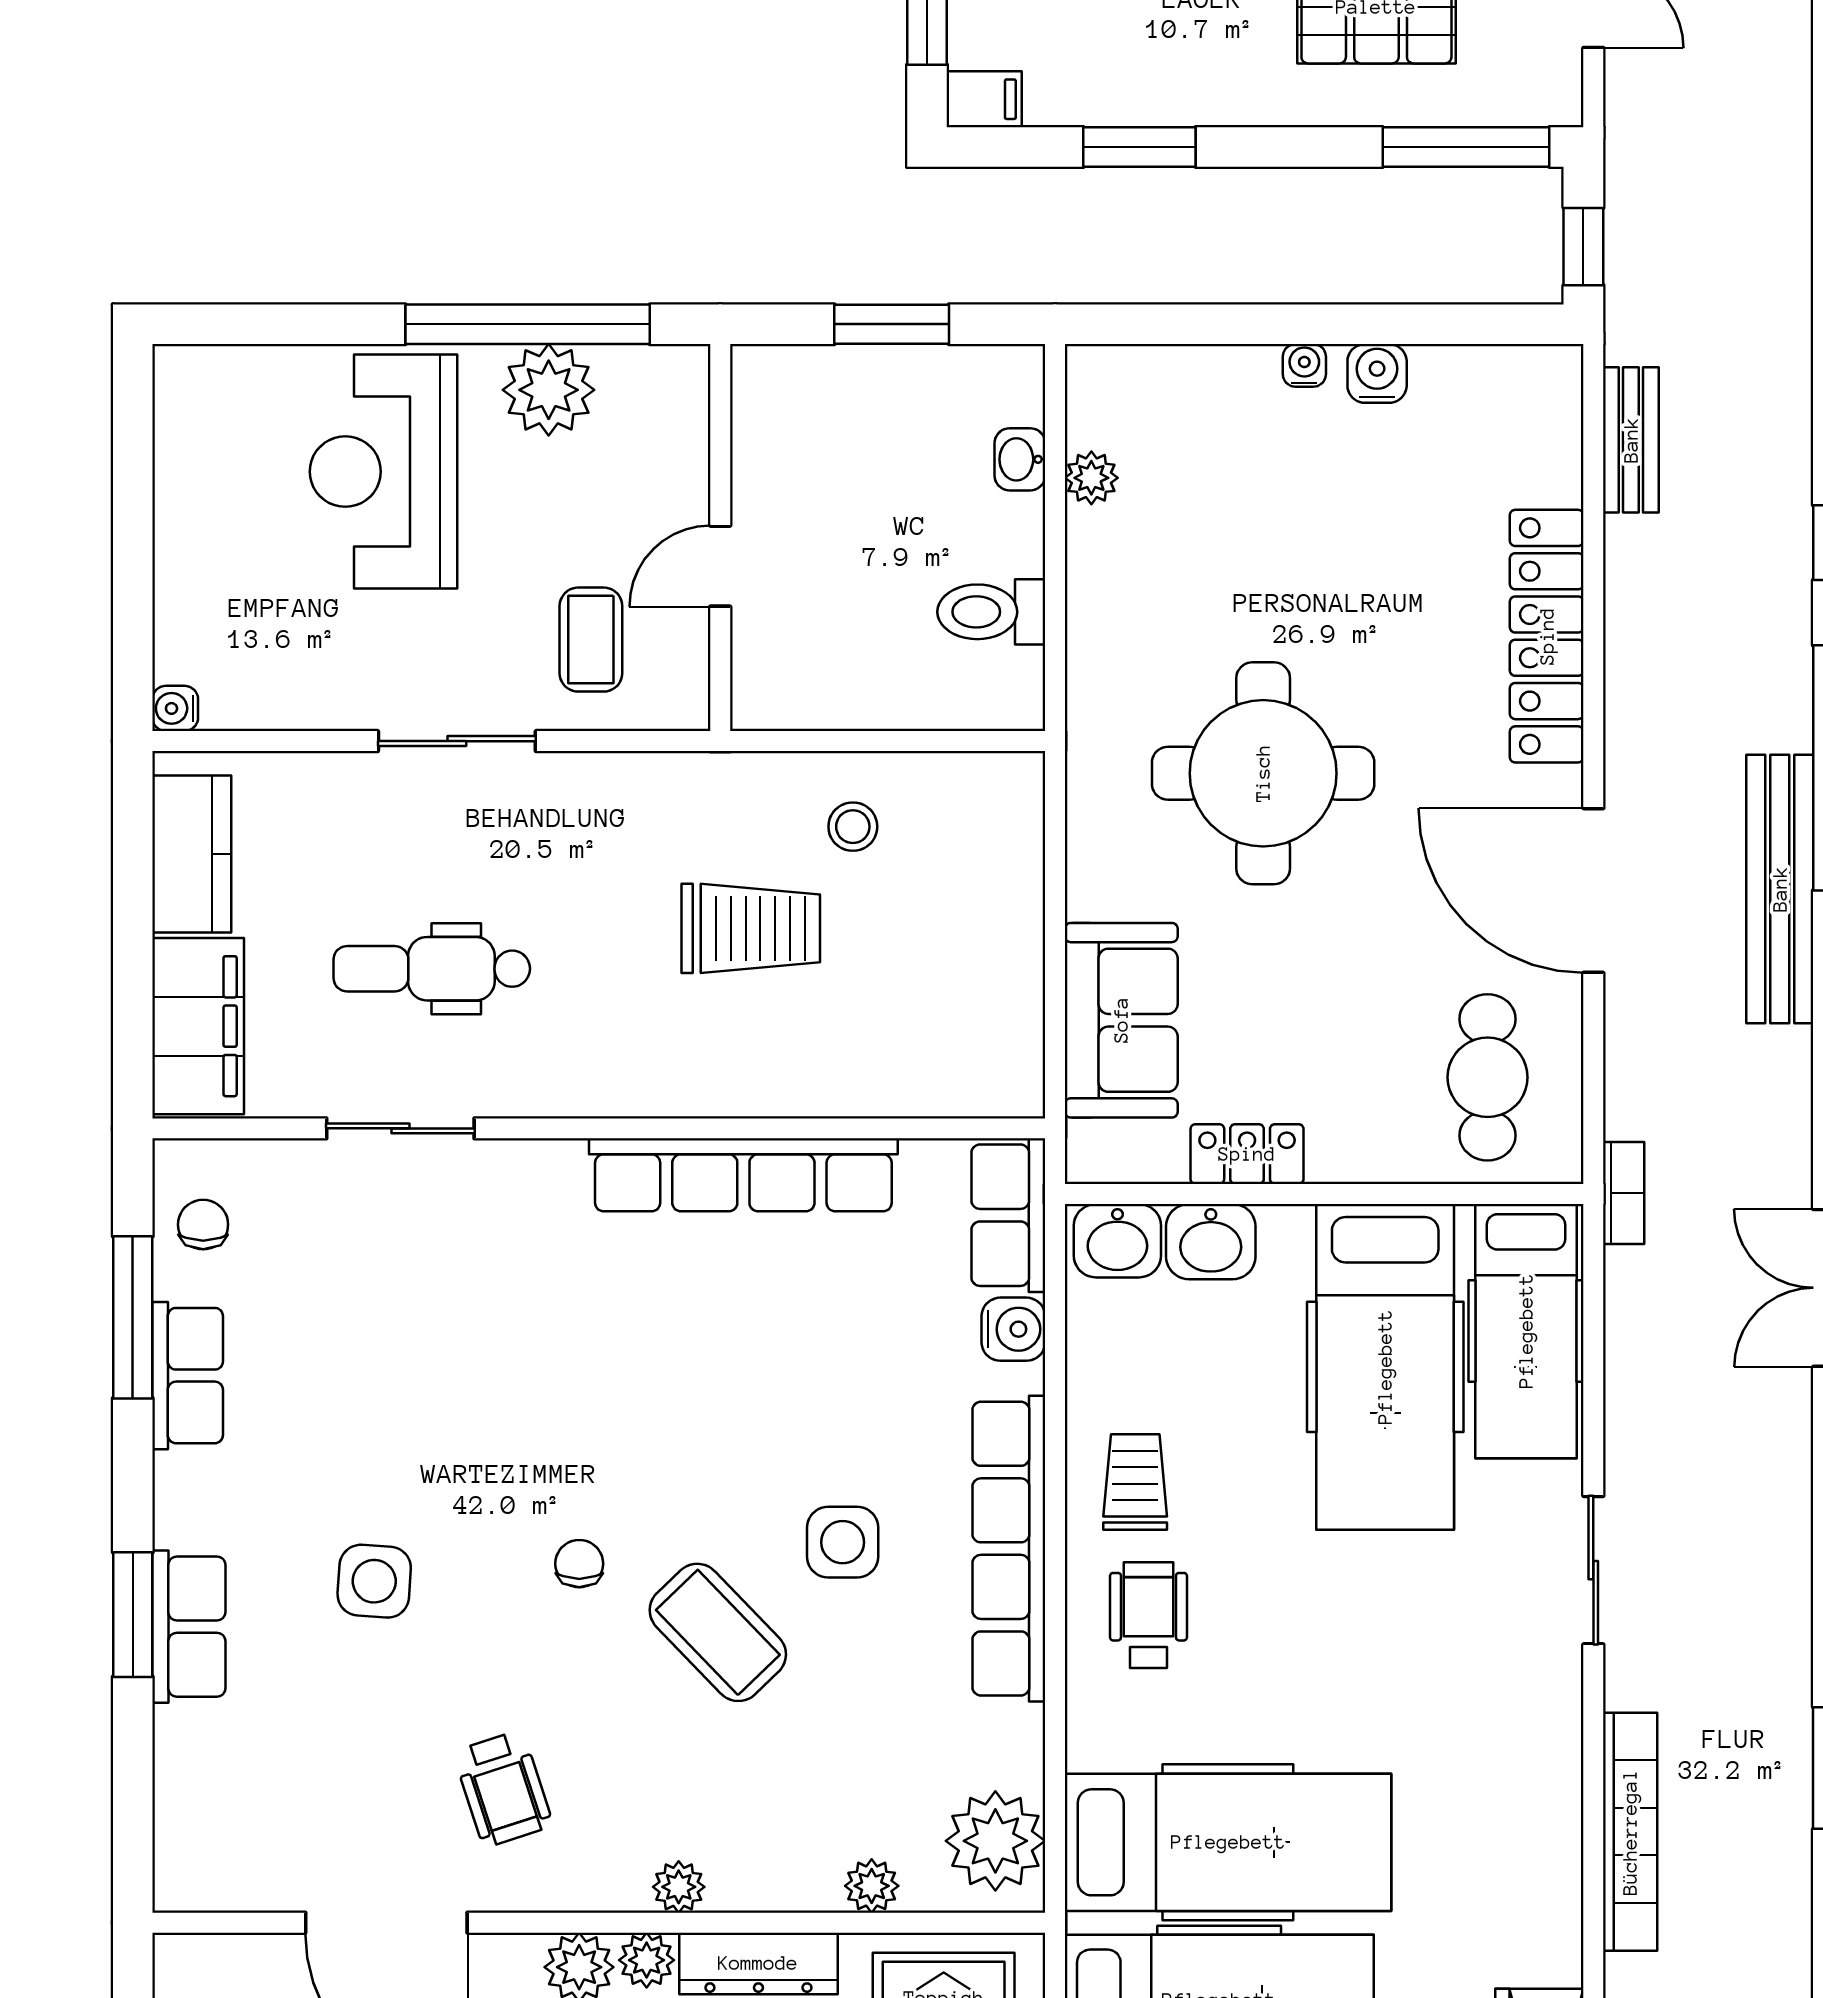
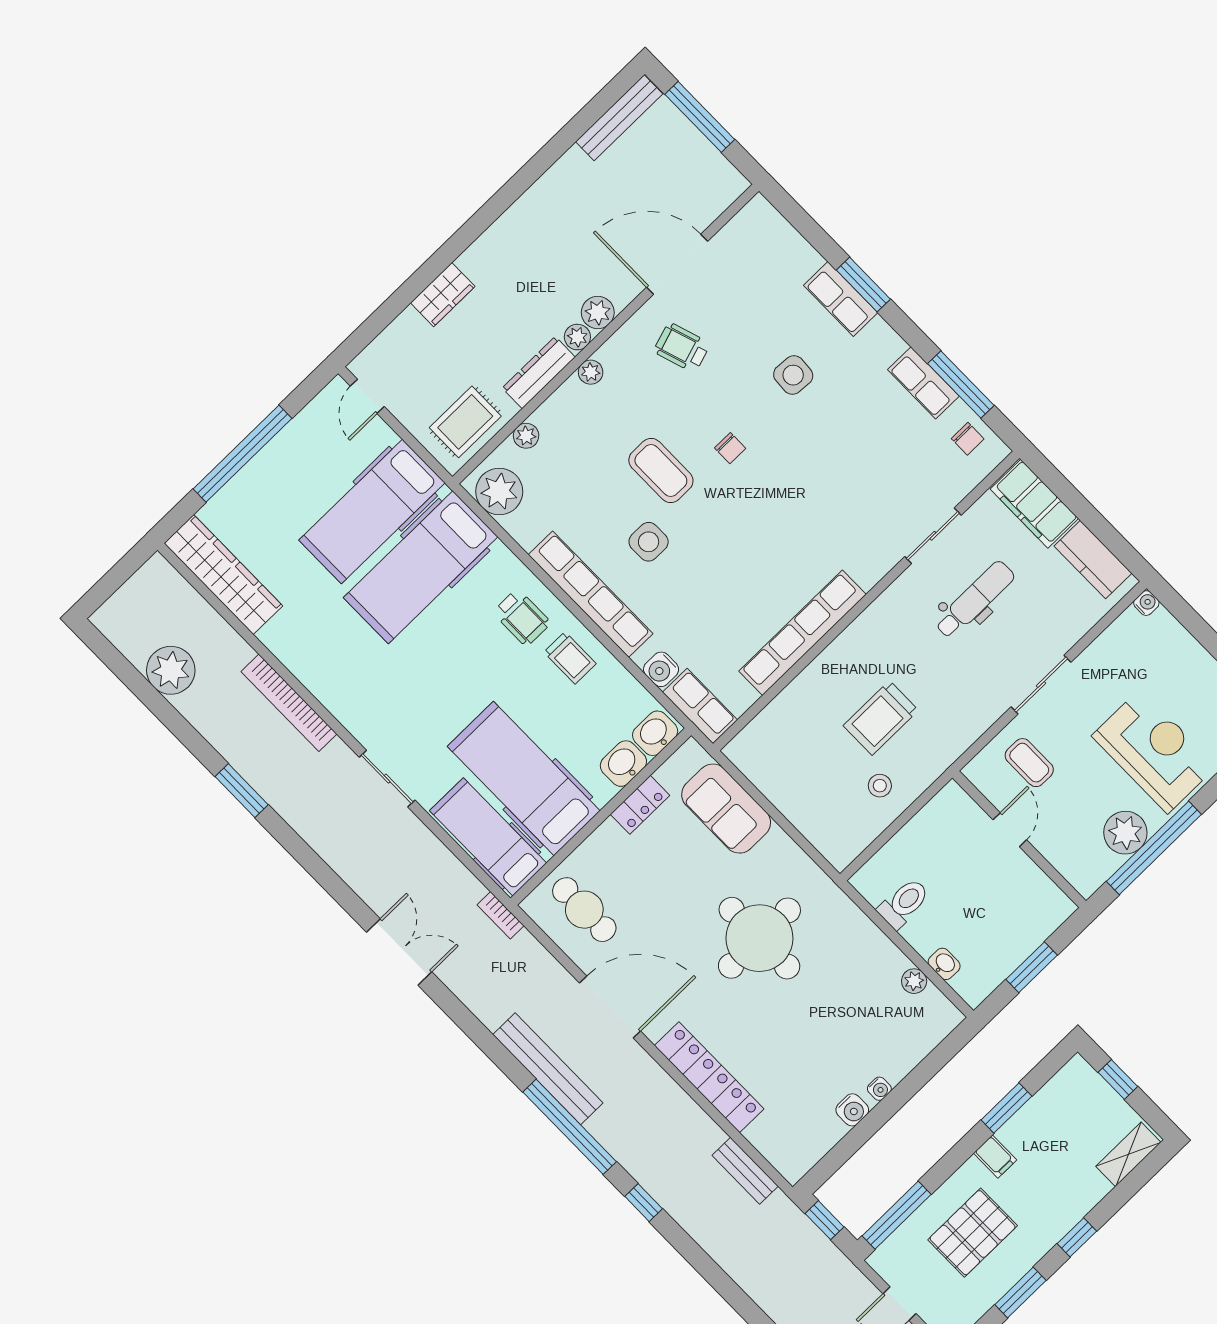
filing cabinet: (984, 99) -> (995, 1157), moved, turned -90
coffee table: (718, 1632) -> (661, 471), turned 44

